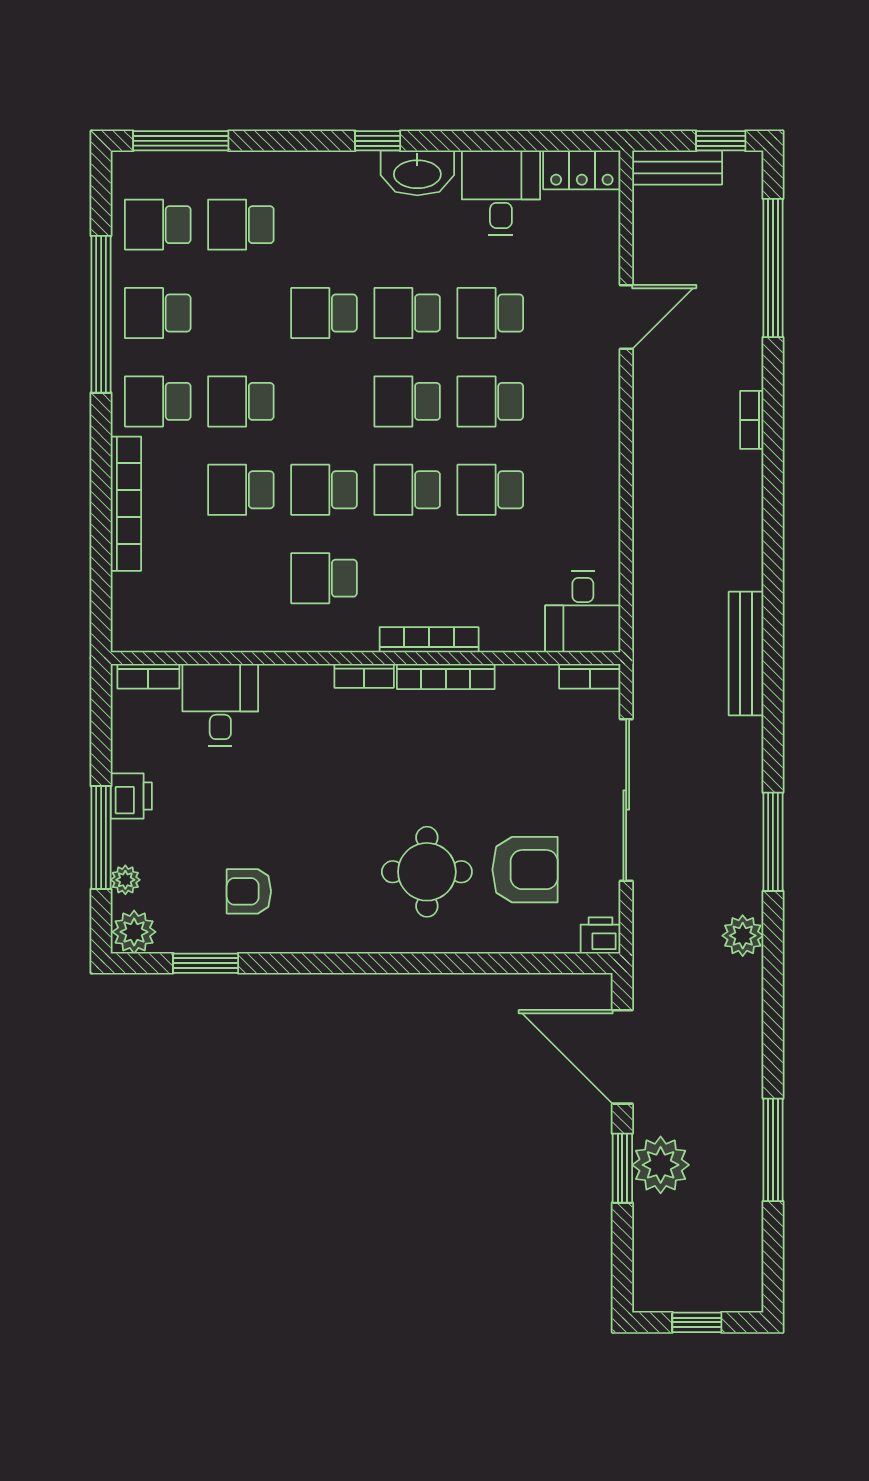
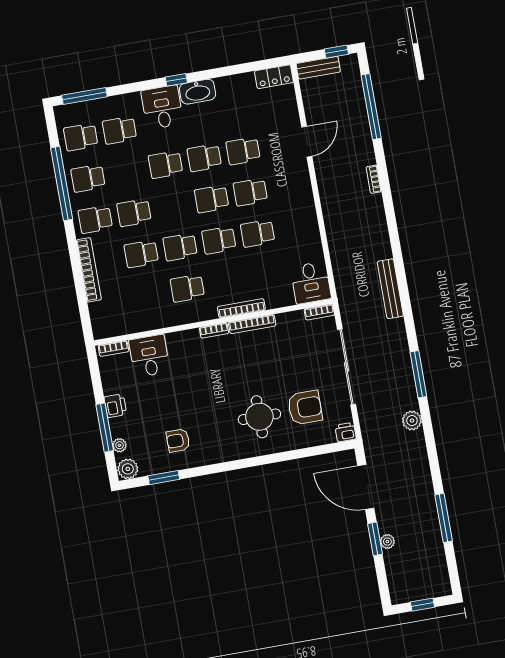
desk: (501, 193) -> (162, 107), moved
plant: (661, 1165) -> (387, 542), width x0.53, depth x0.53

